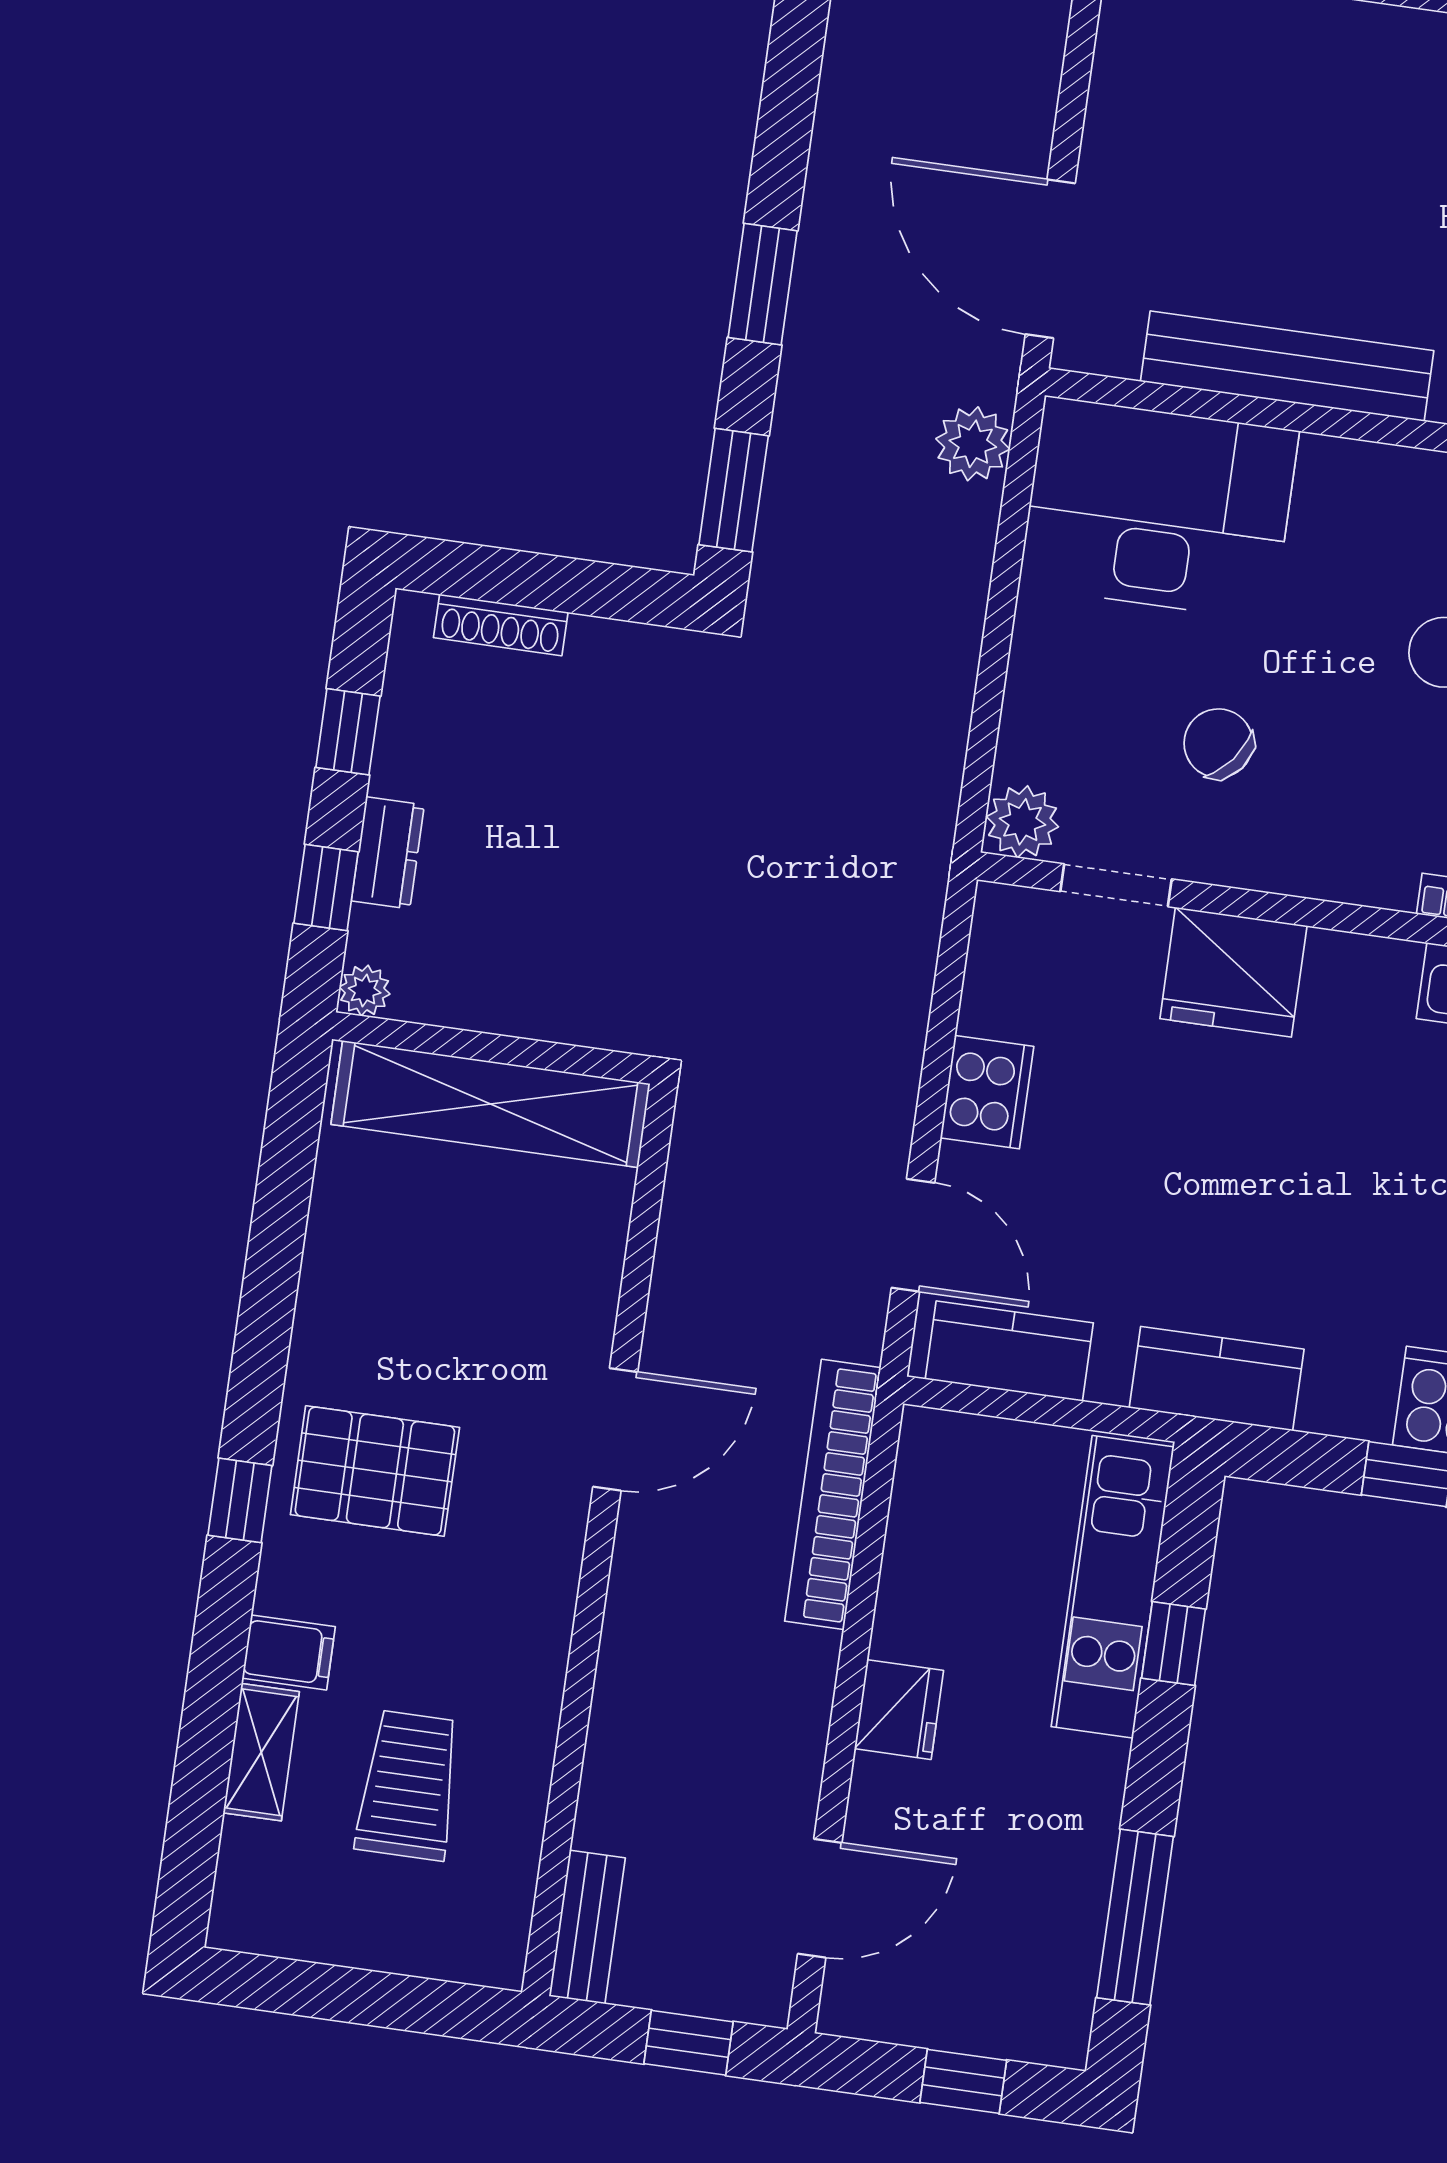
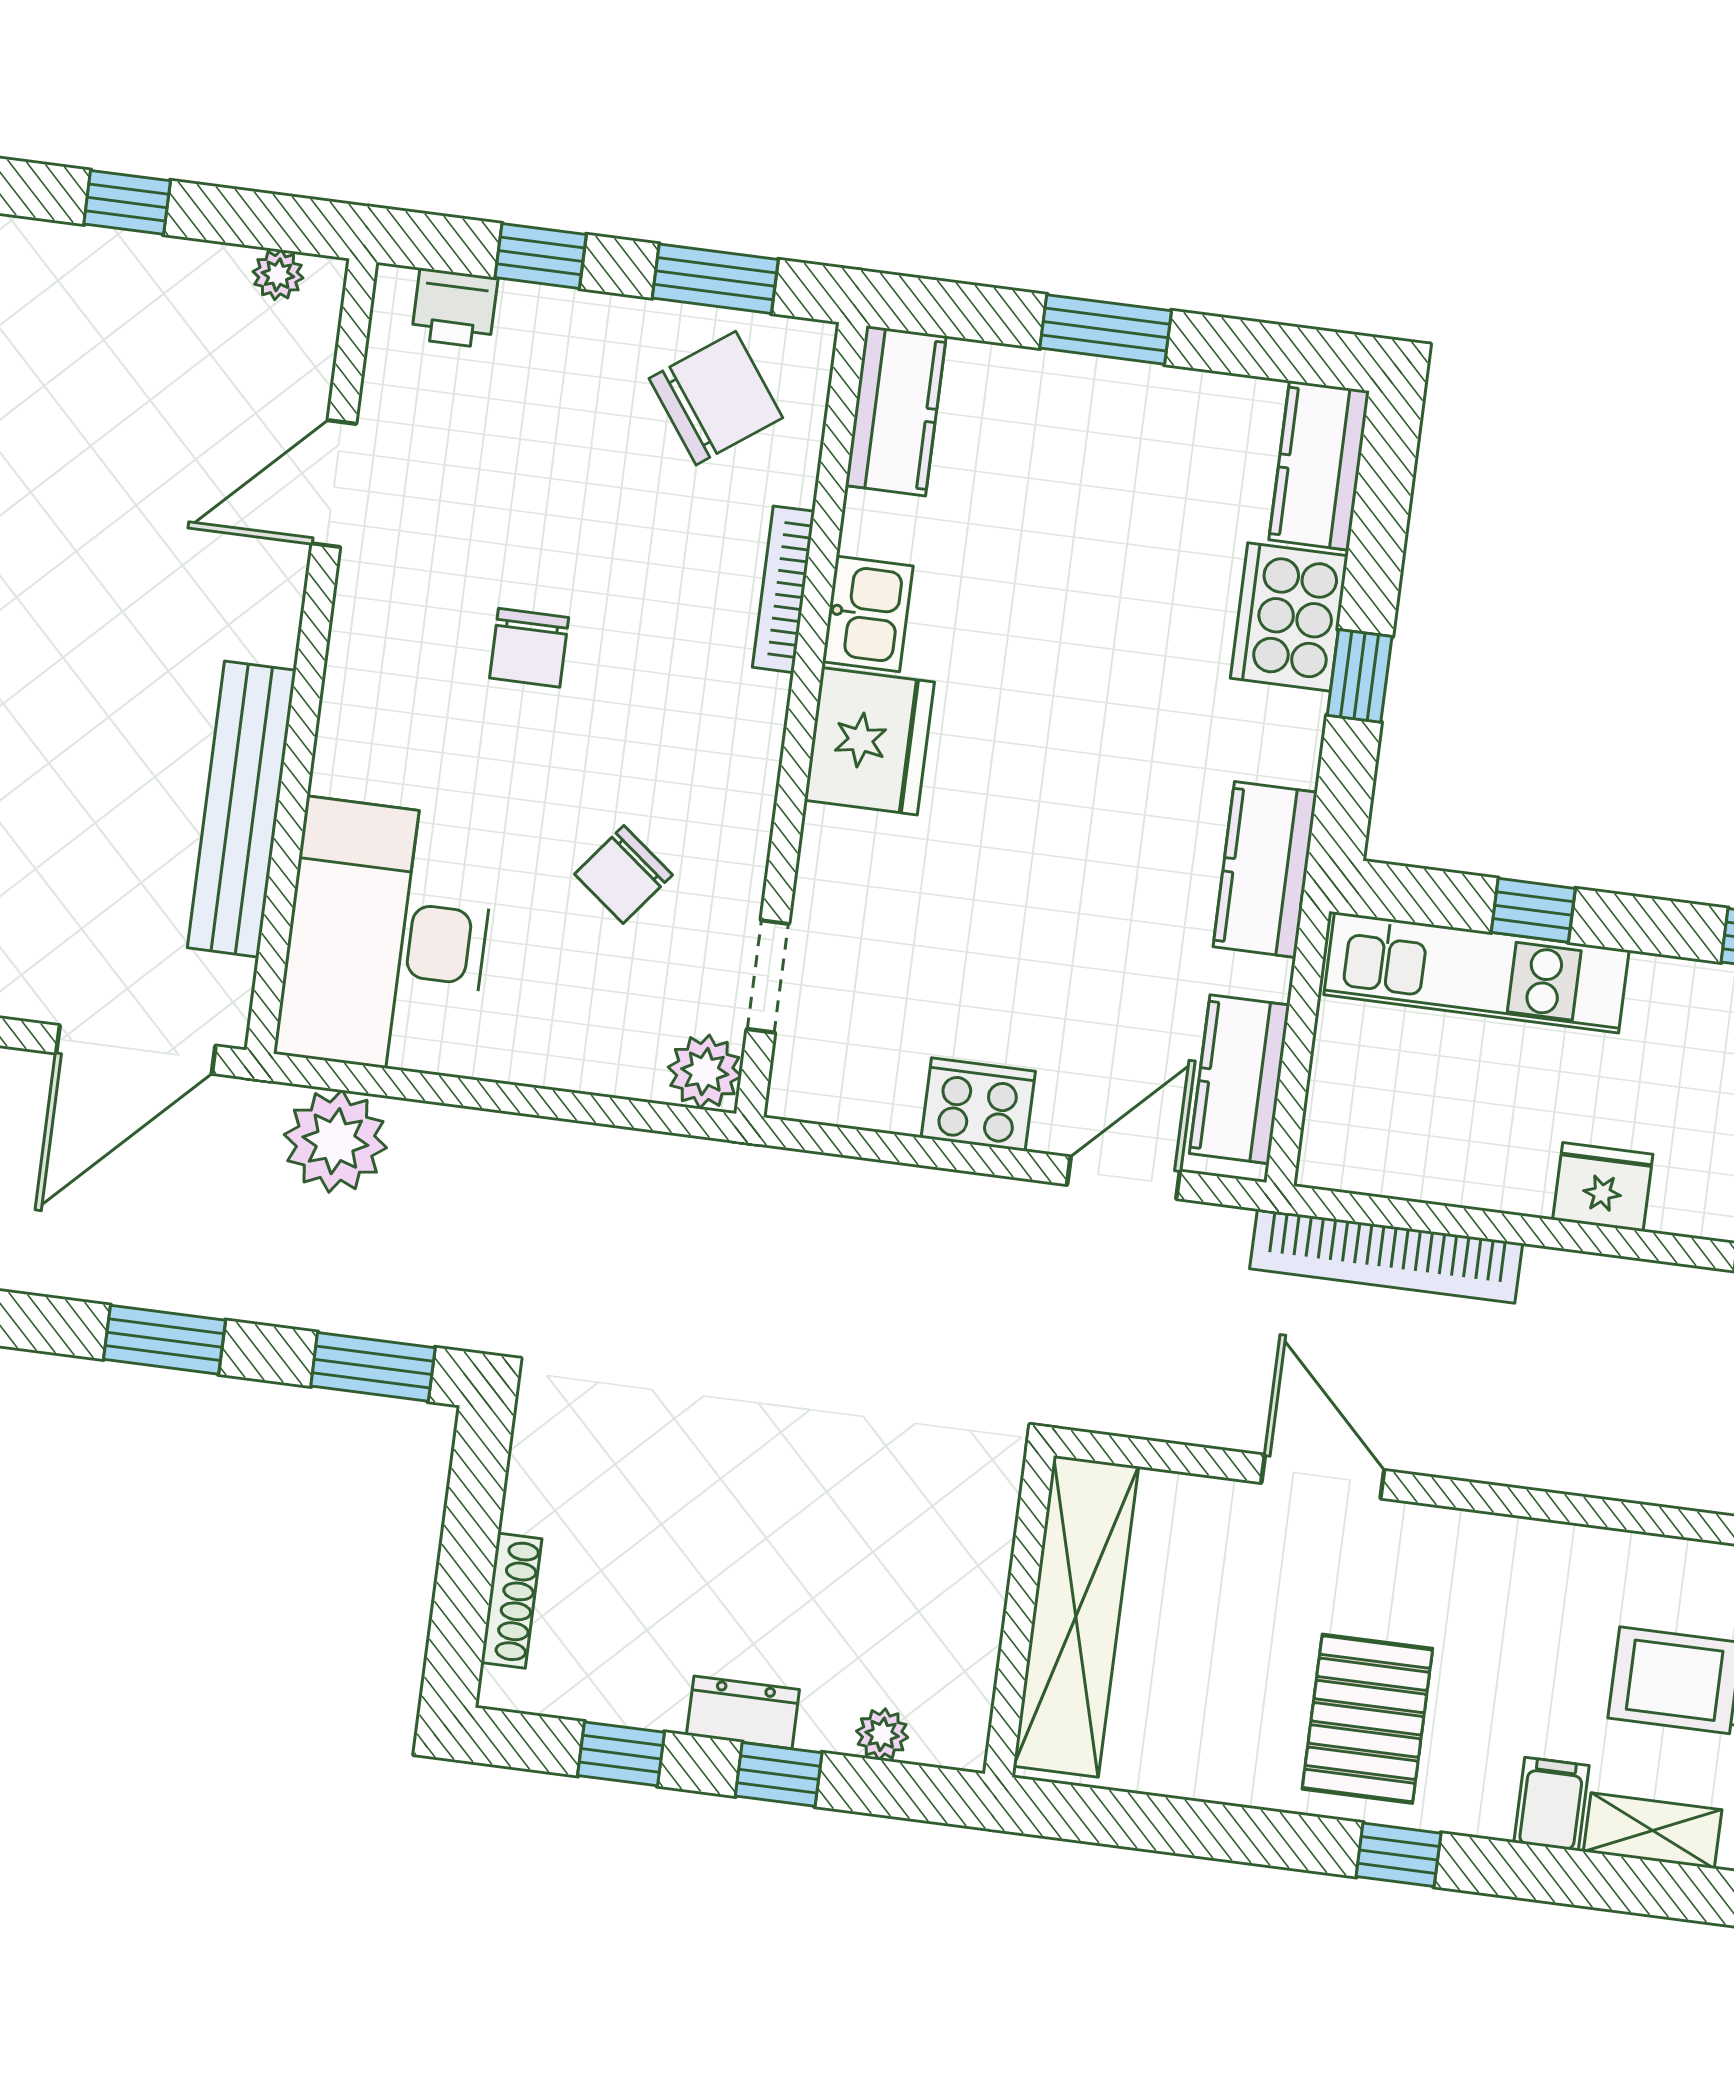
plant: (973, 444) -> (335, 1141), width x1.36, depth x1.36
fridge: (1233, 972) -> (869, 741), moved
wall: (493, 1048) -> (1019, 1615), moved
shelving: (491, 1104) -> (1076, 1616), moved

